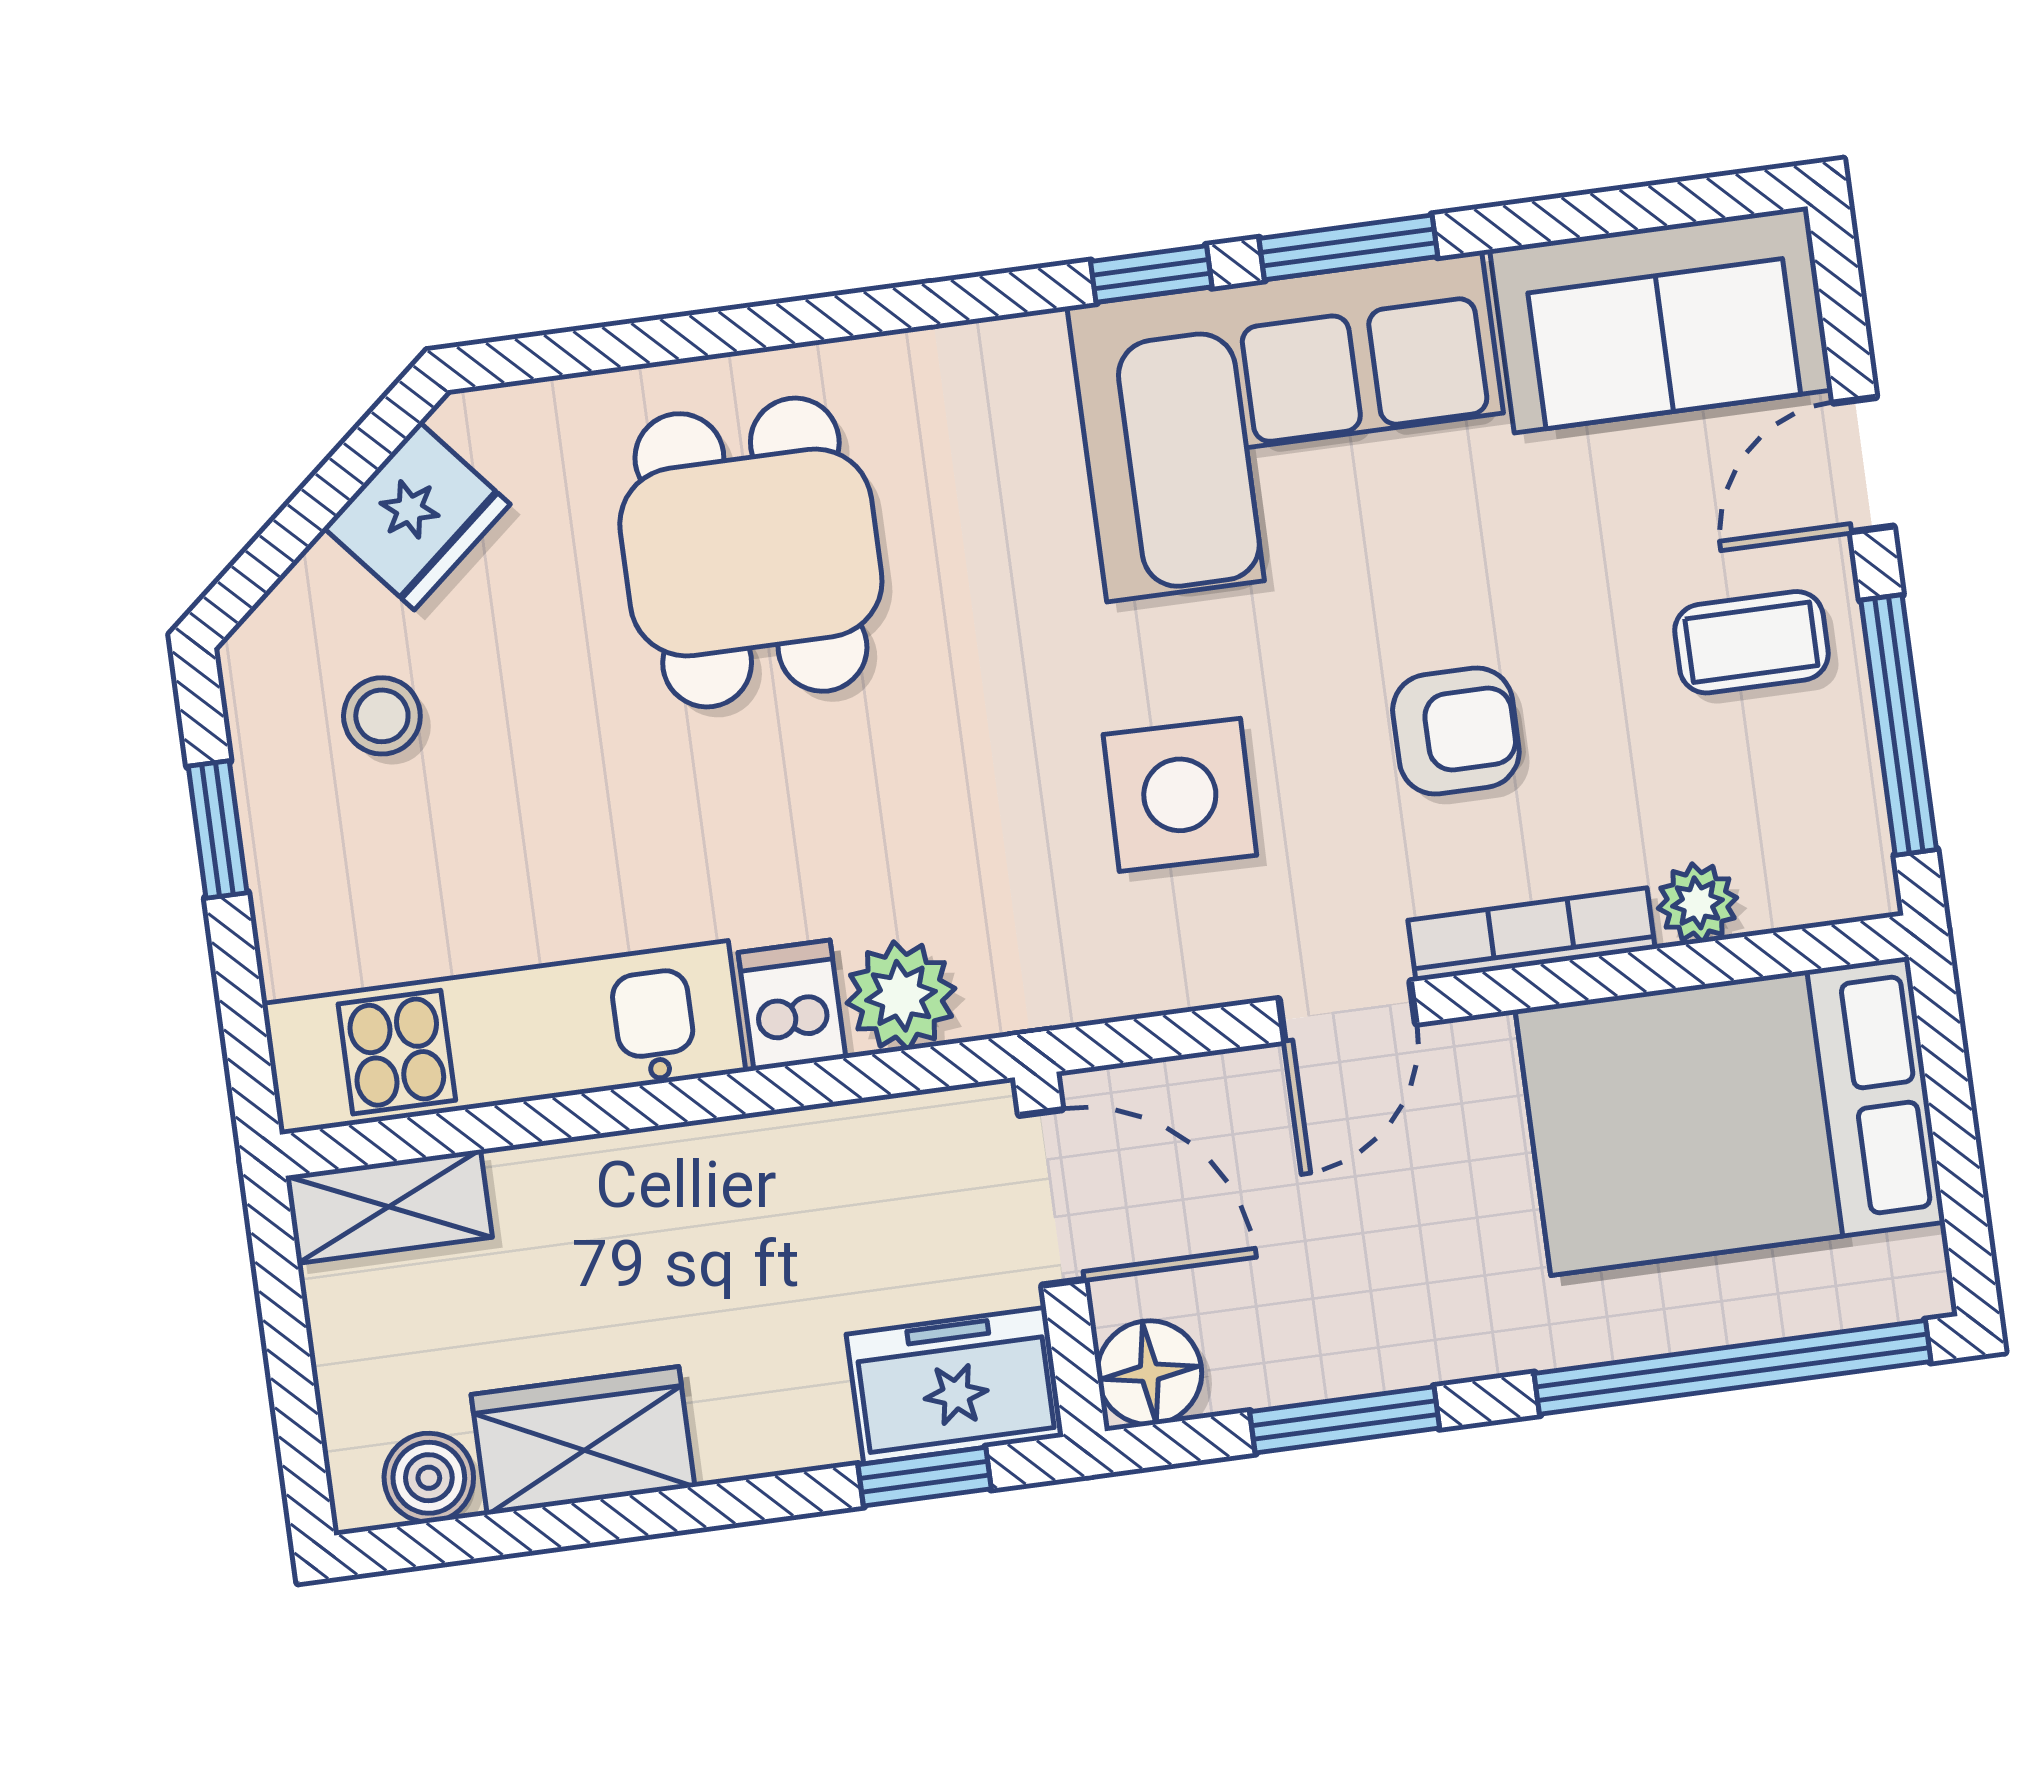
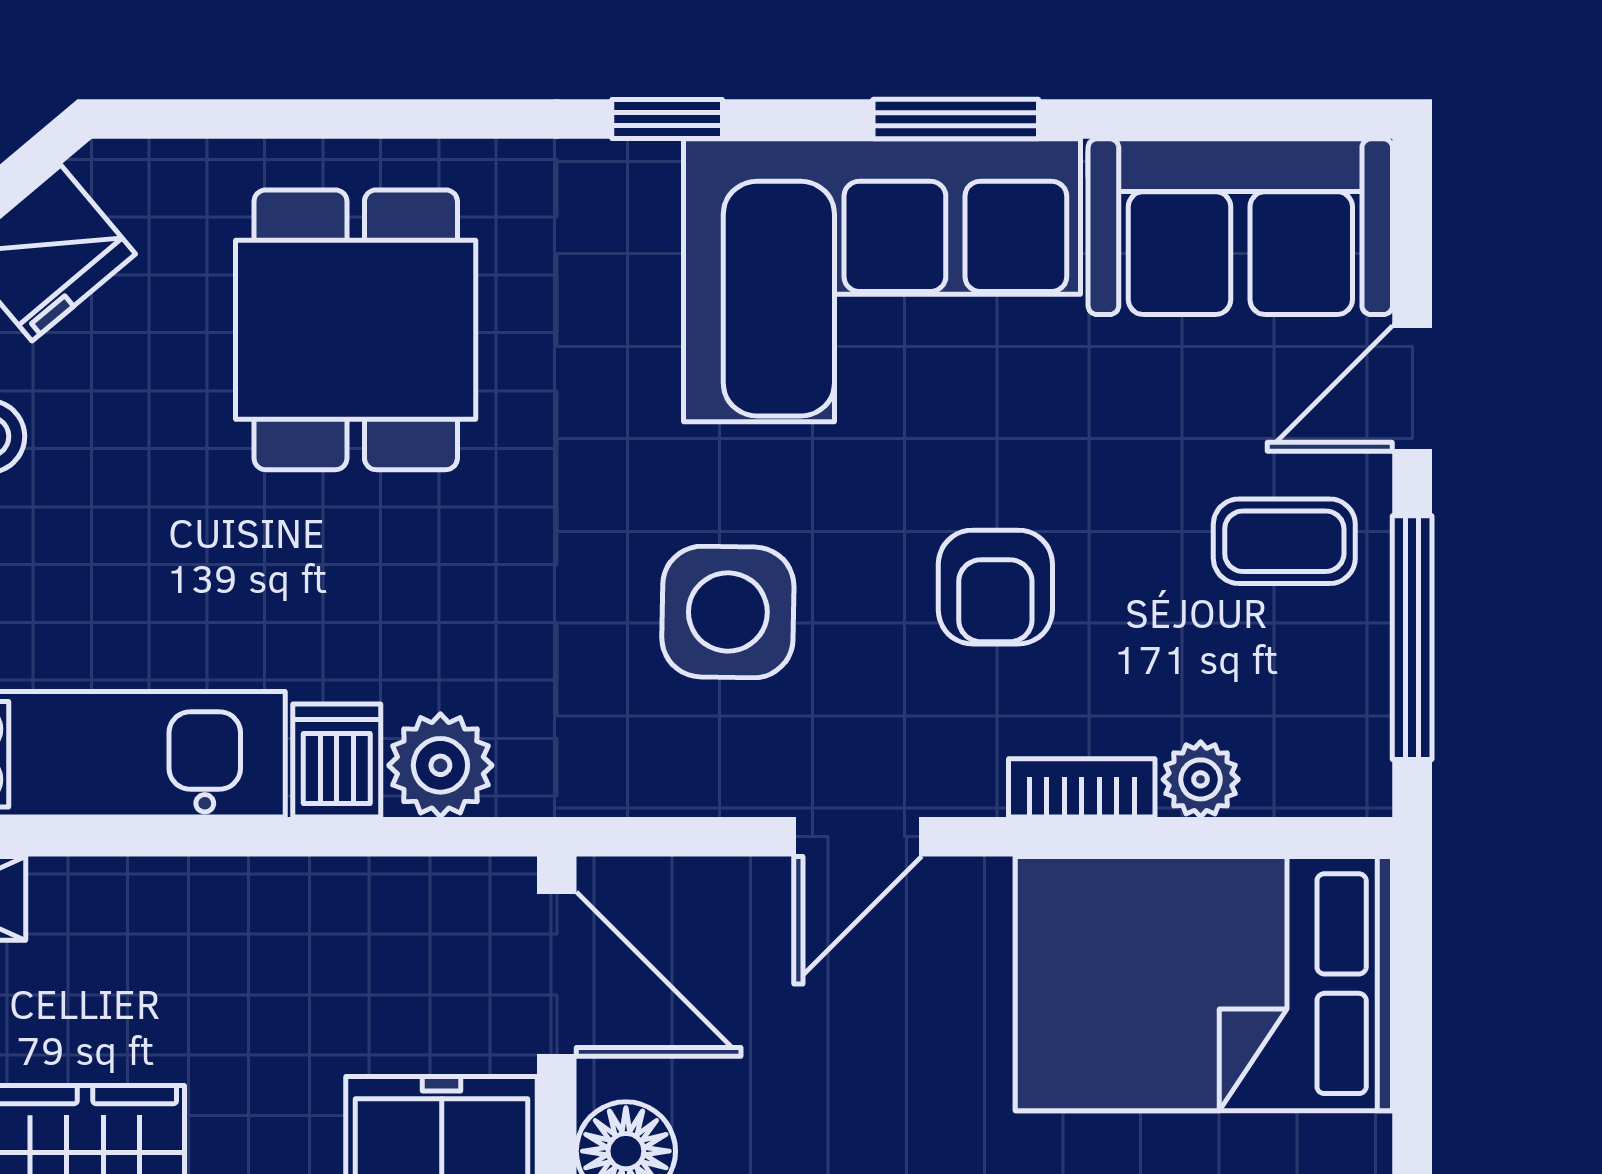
window: (1151, 274) -> (667, 119), moved
armchair: (1456, 731) -> (995, 587), turned 90
bookcase: (1532, 934) -> (1082, 788), width x0.64

